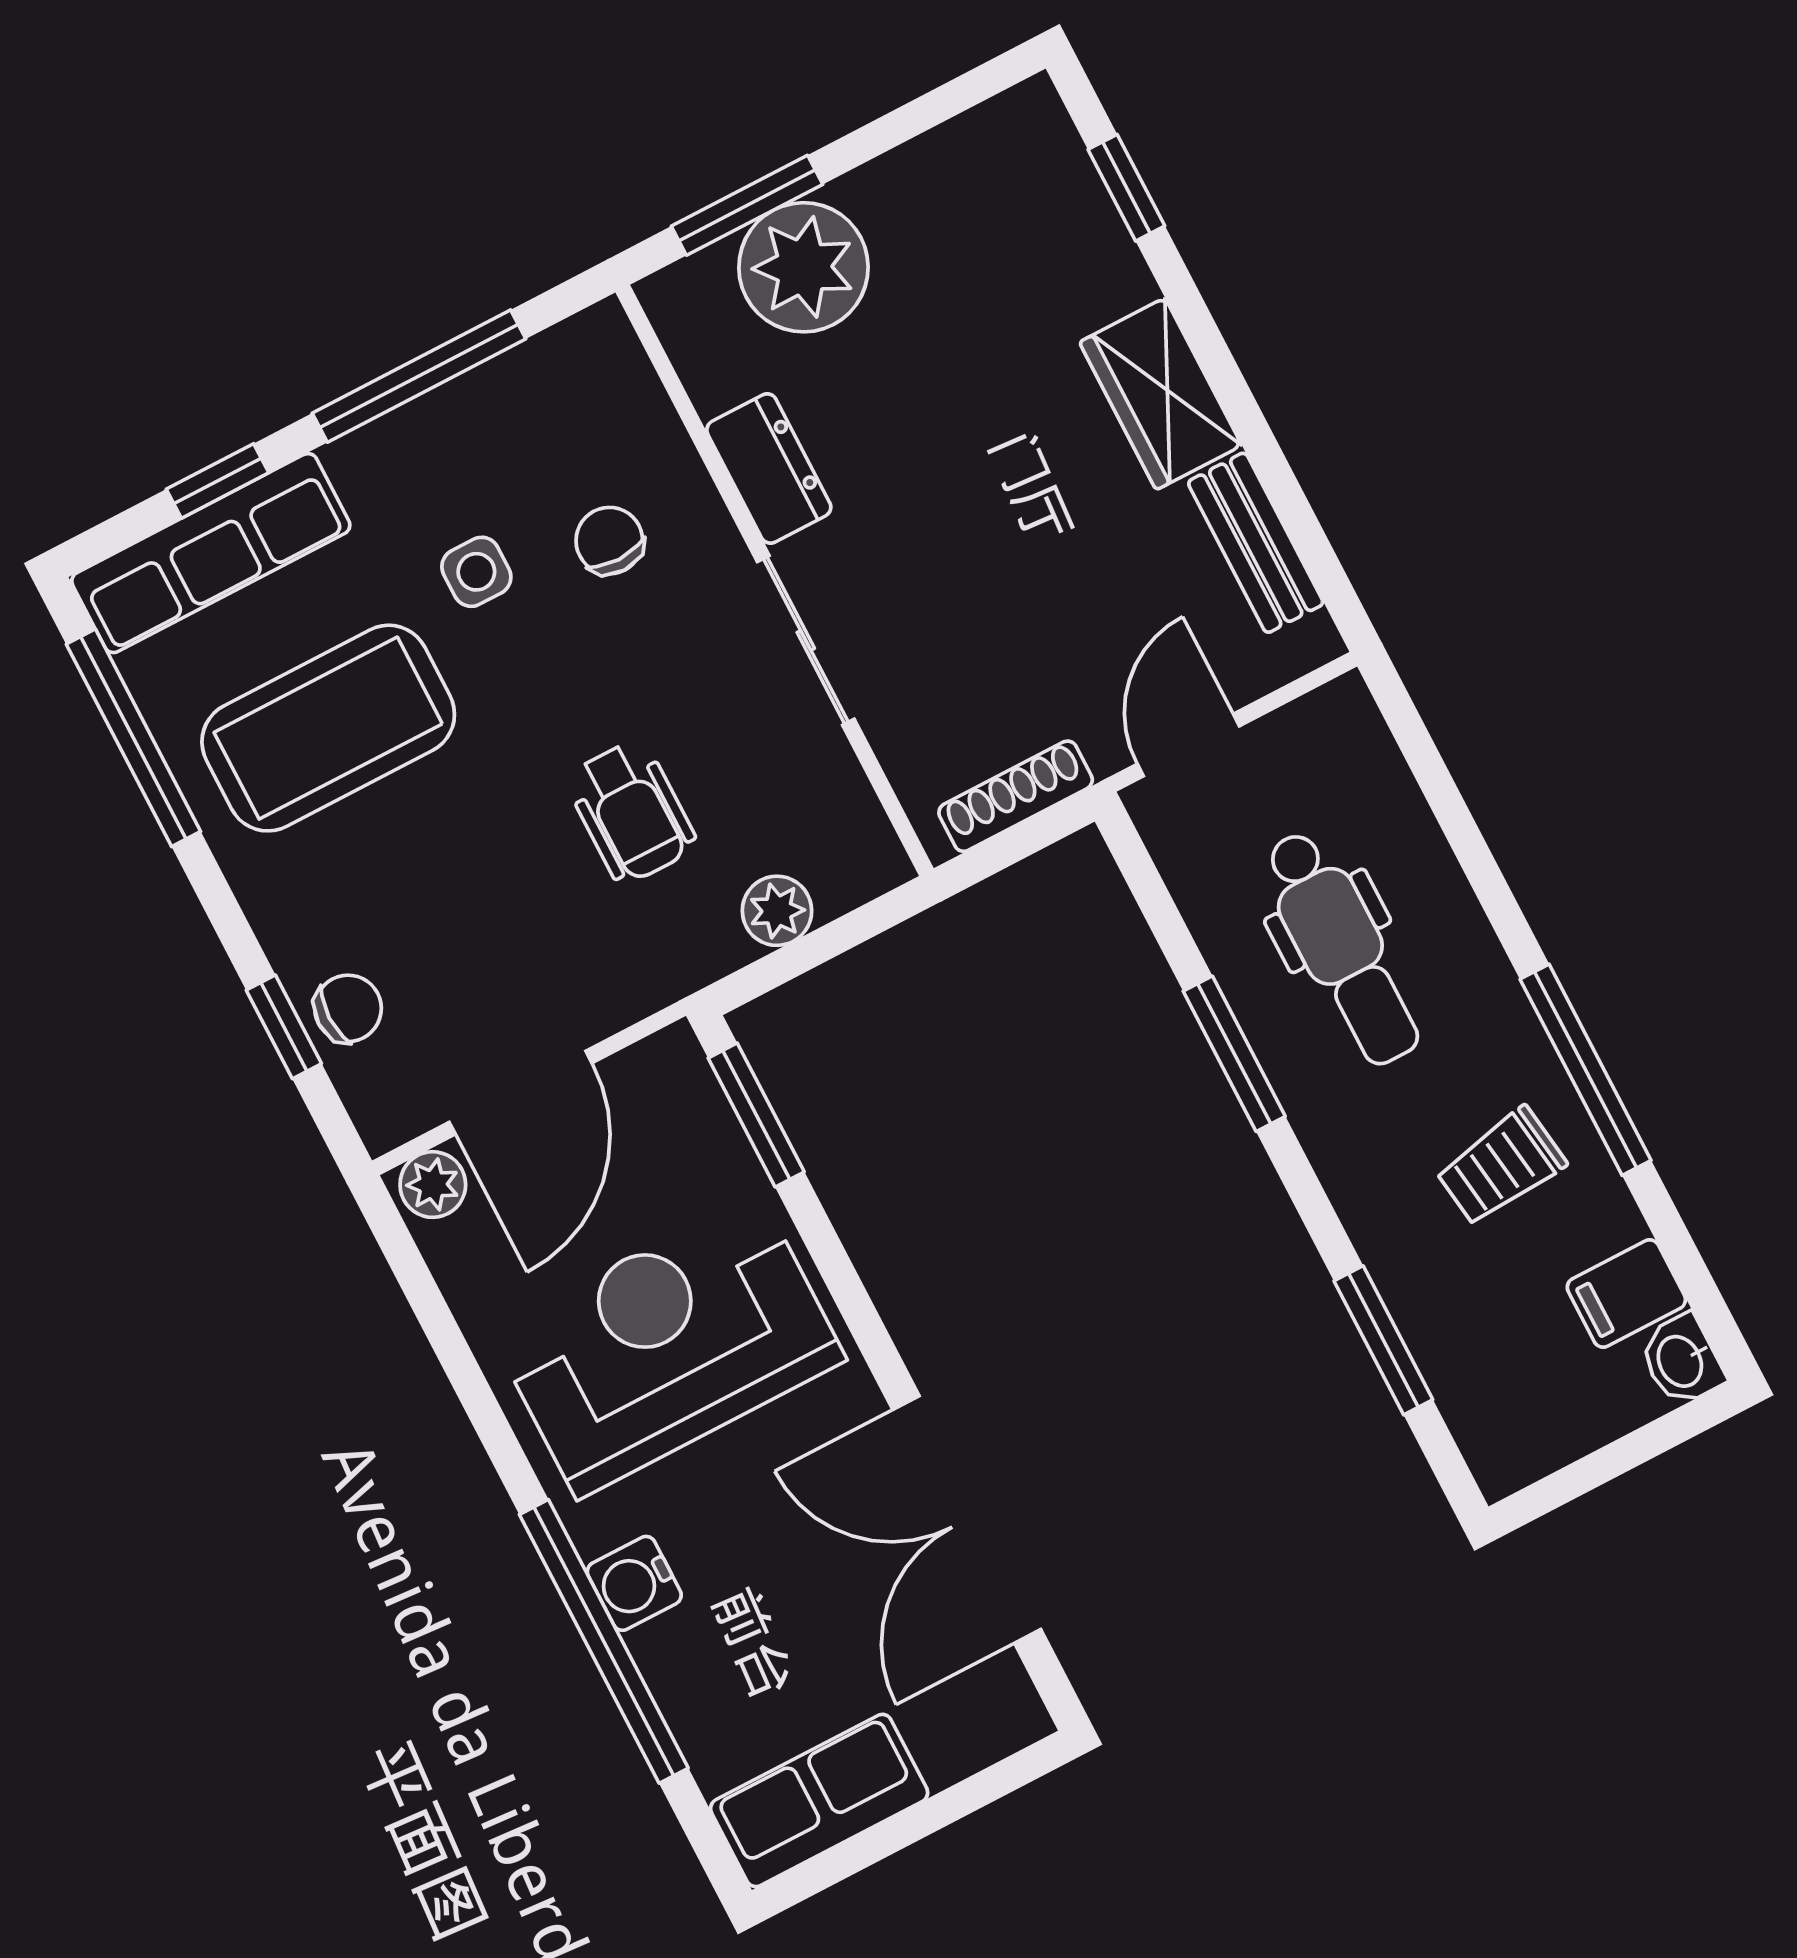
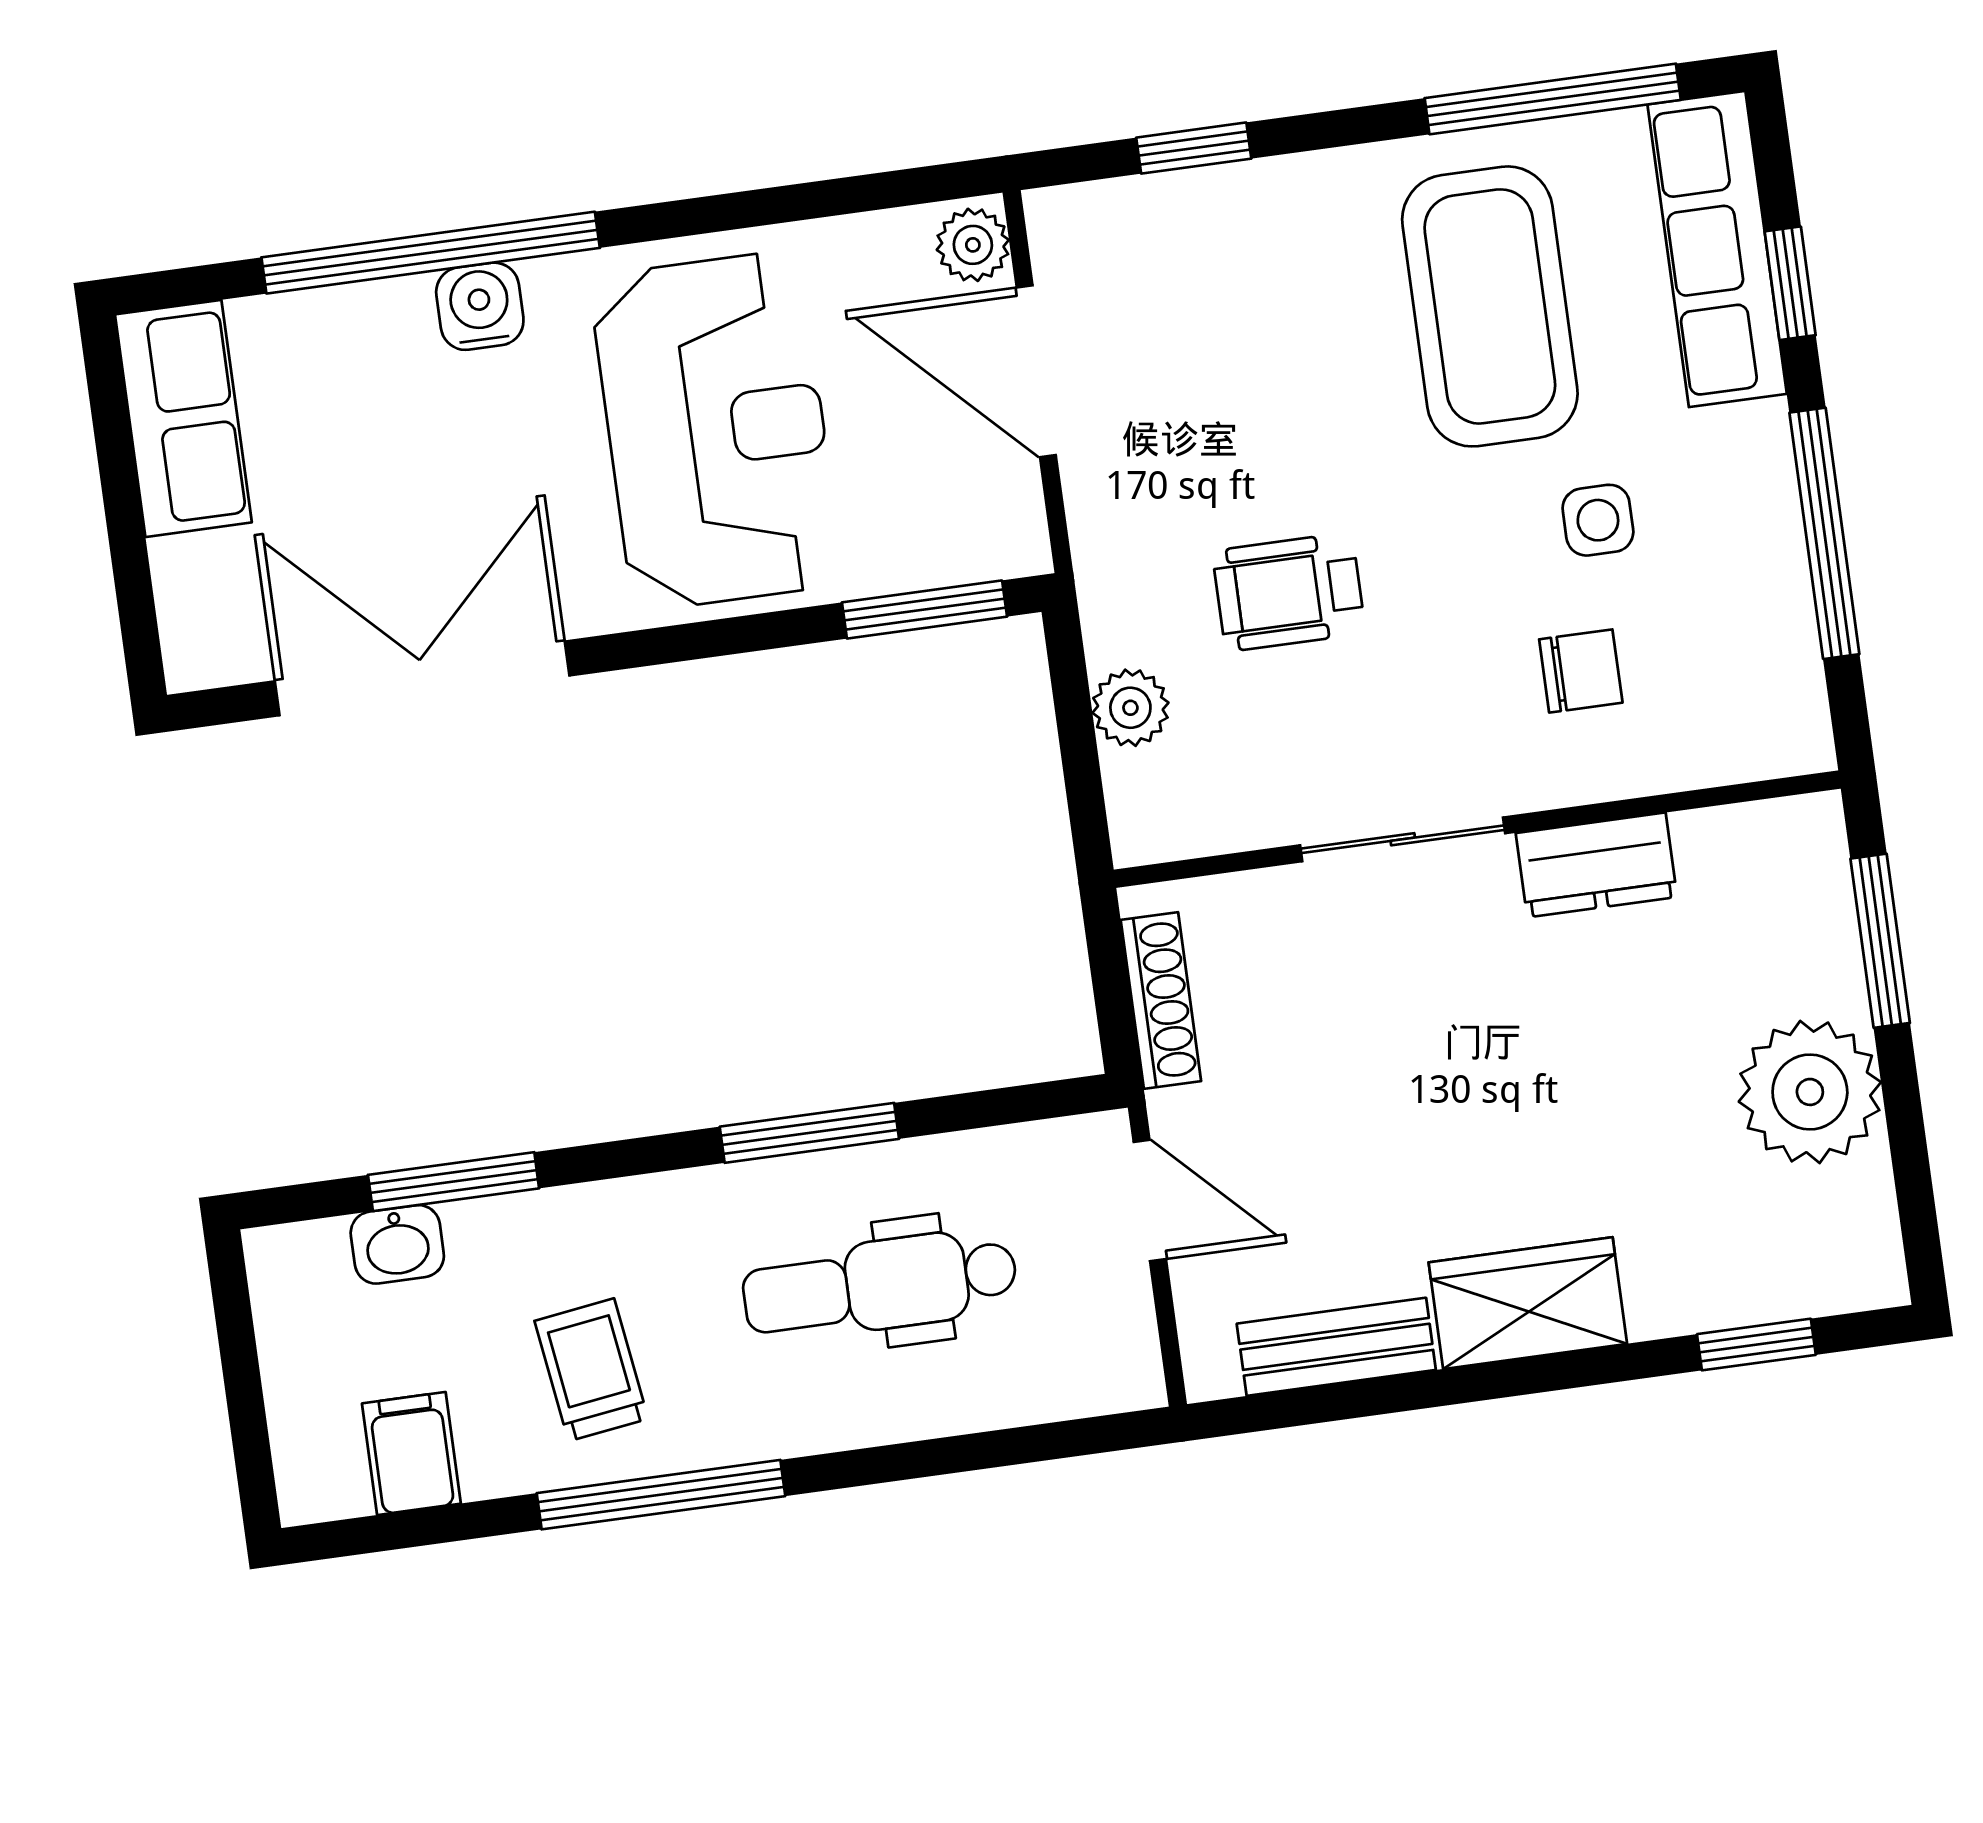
plant: (803, 267) -> (1810, 1092), moved
chair: (348, 1008) -> (1189, 222), removed
washbasin: (1682, 1361) -> (397, 1244), moved, turned 180

